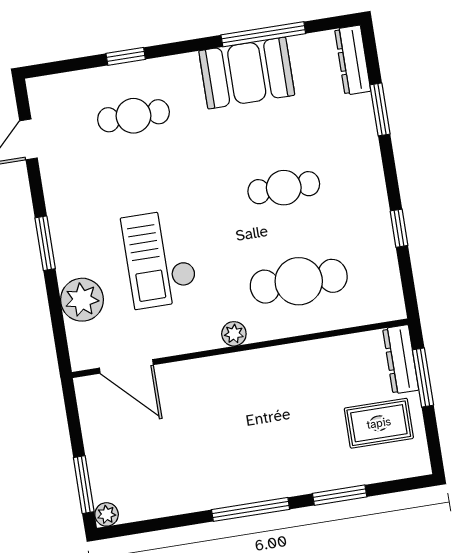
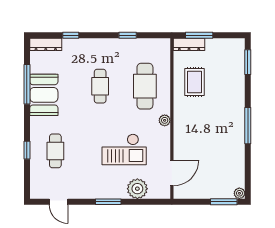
window: (380, 109) -> (71, 35), width x0.67
rug: (379, 423) -> (195, 82), moved
window: (340, 495) -> (248, 62), moved

